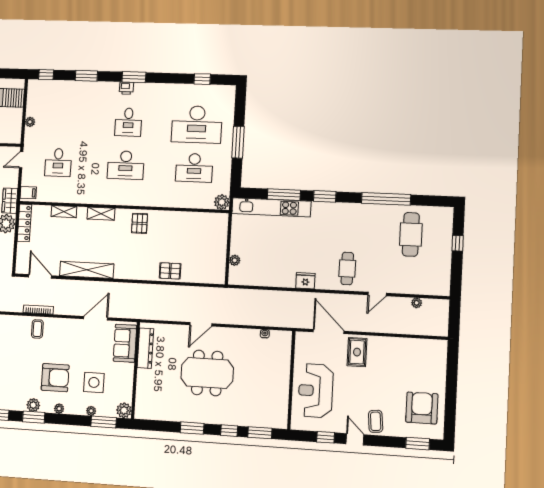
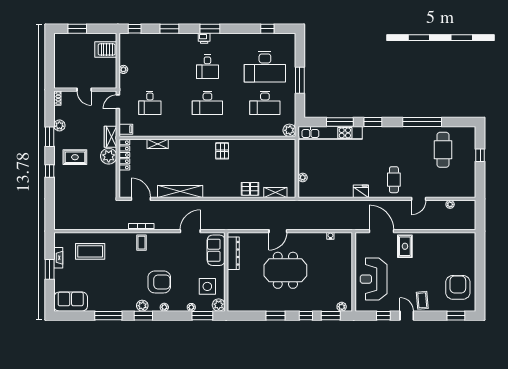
shelving: (101, 214) -> (275, 193), moved
side table: (94, 382) -> (207, 286), moved
plant: (274, 423) -> (342, 307), added

